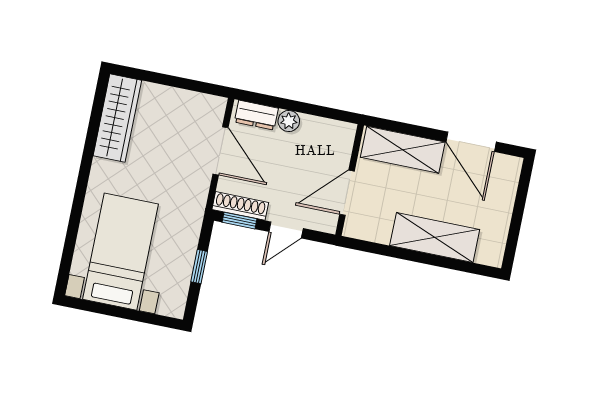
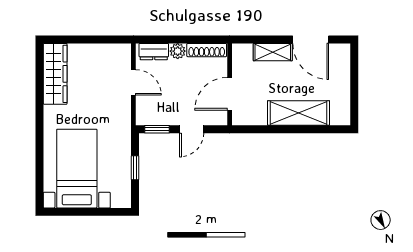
shelving: (403, 150) -> (273, 52), width x0.67, depth x0.75
door: (221, 151) -> (133, 82), width x0.73
shoe rack: (240, 206) -> (207, 50), moved, turned 180

